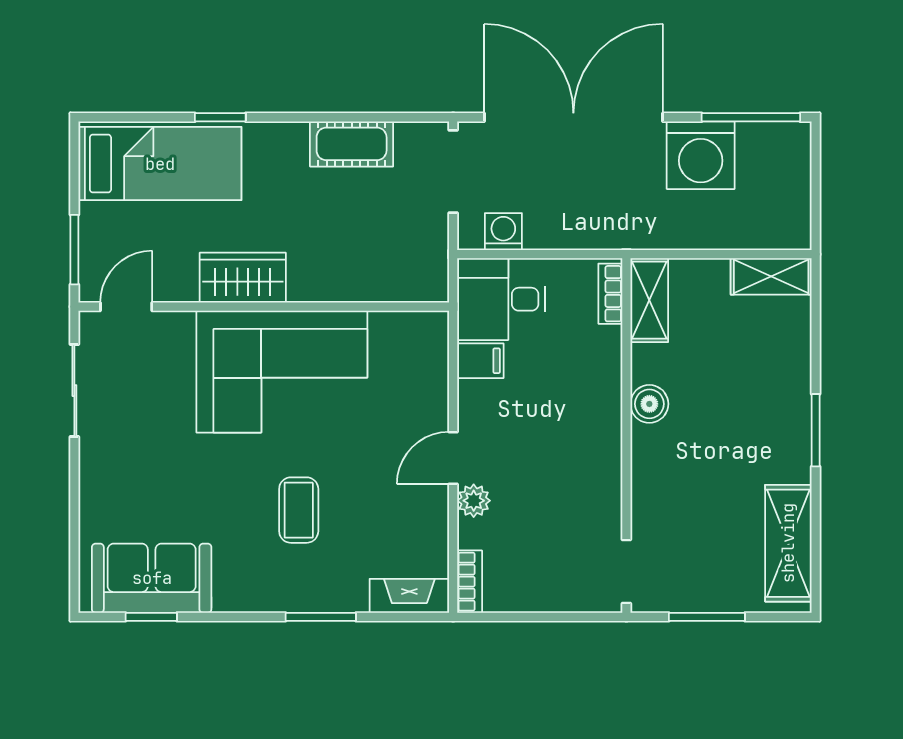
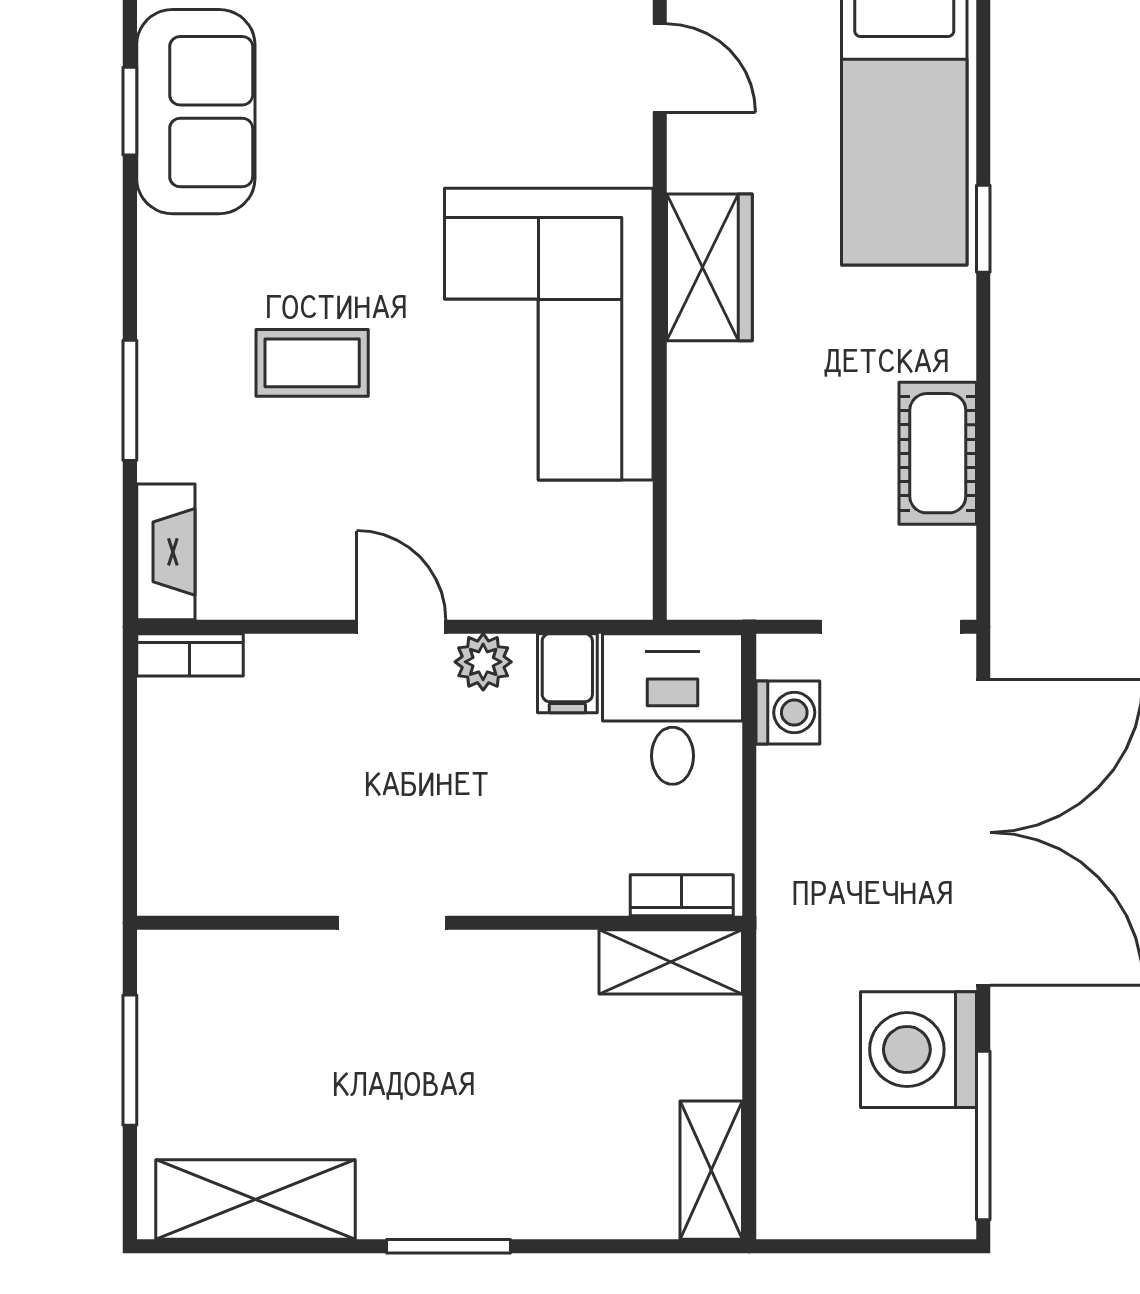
boiler: (649, 404) -> (494, 962), removed
plant: (474, 501) -> (483, 662), moved
doorway: (626, 571) -> (392, 923), moved

